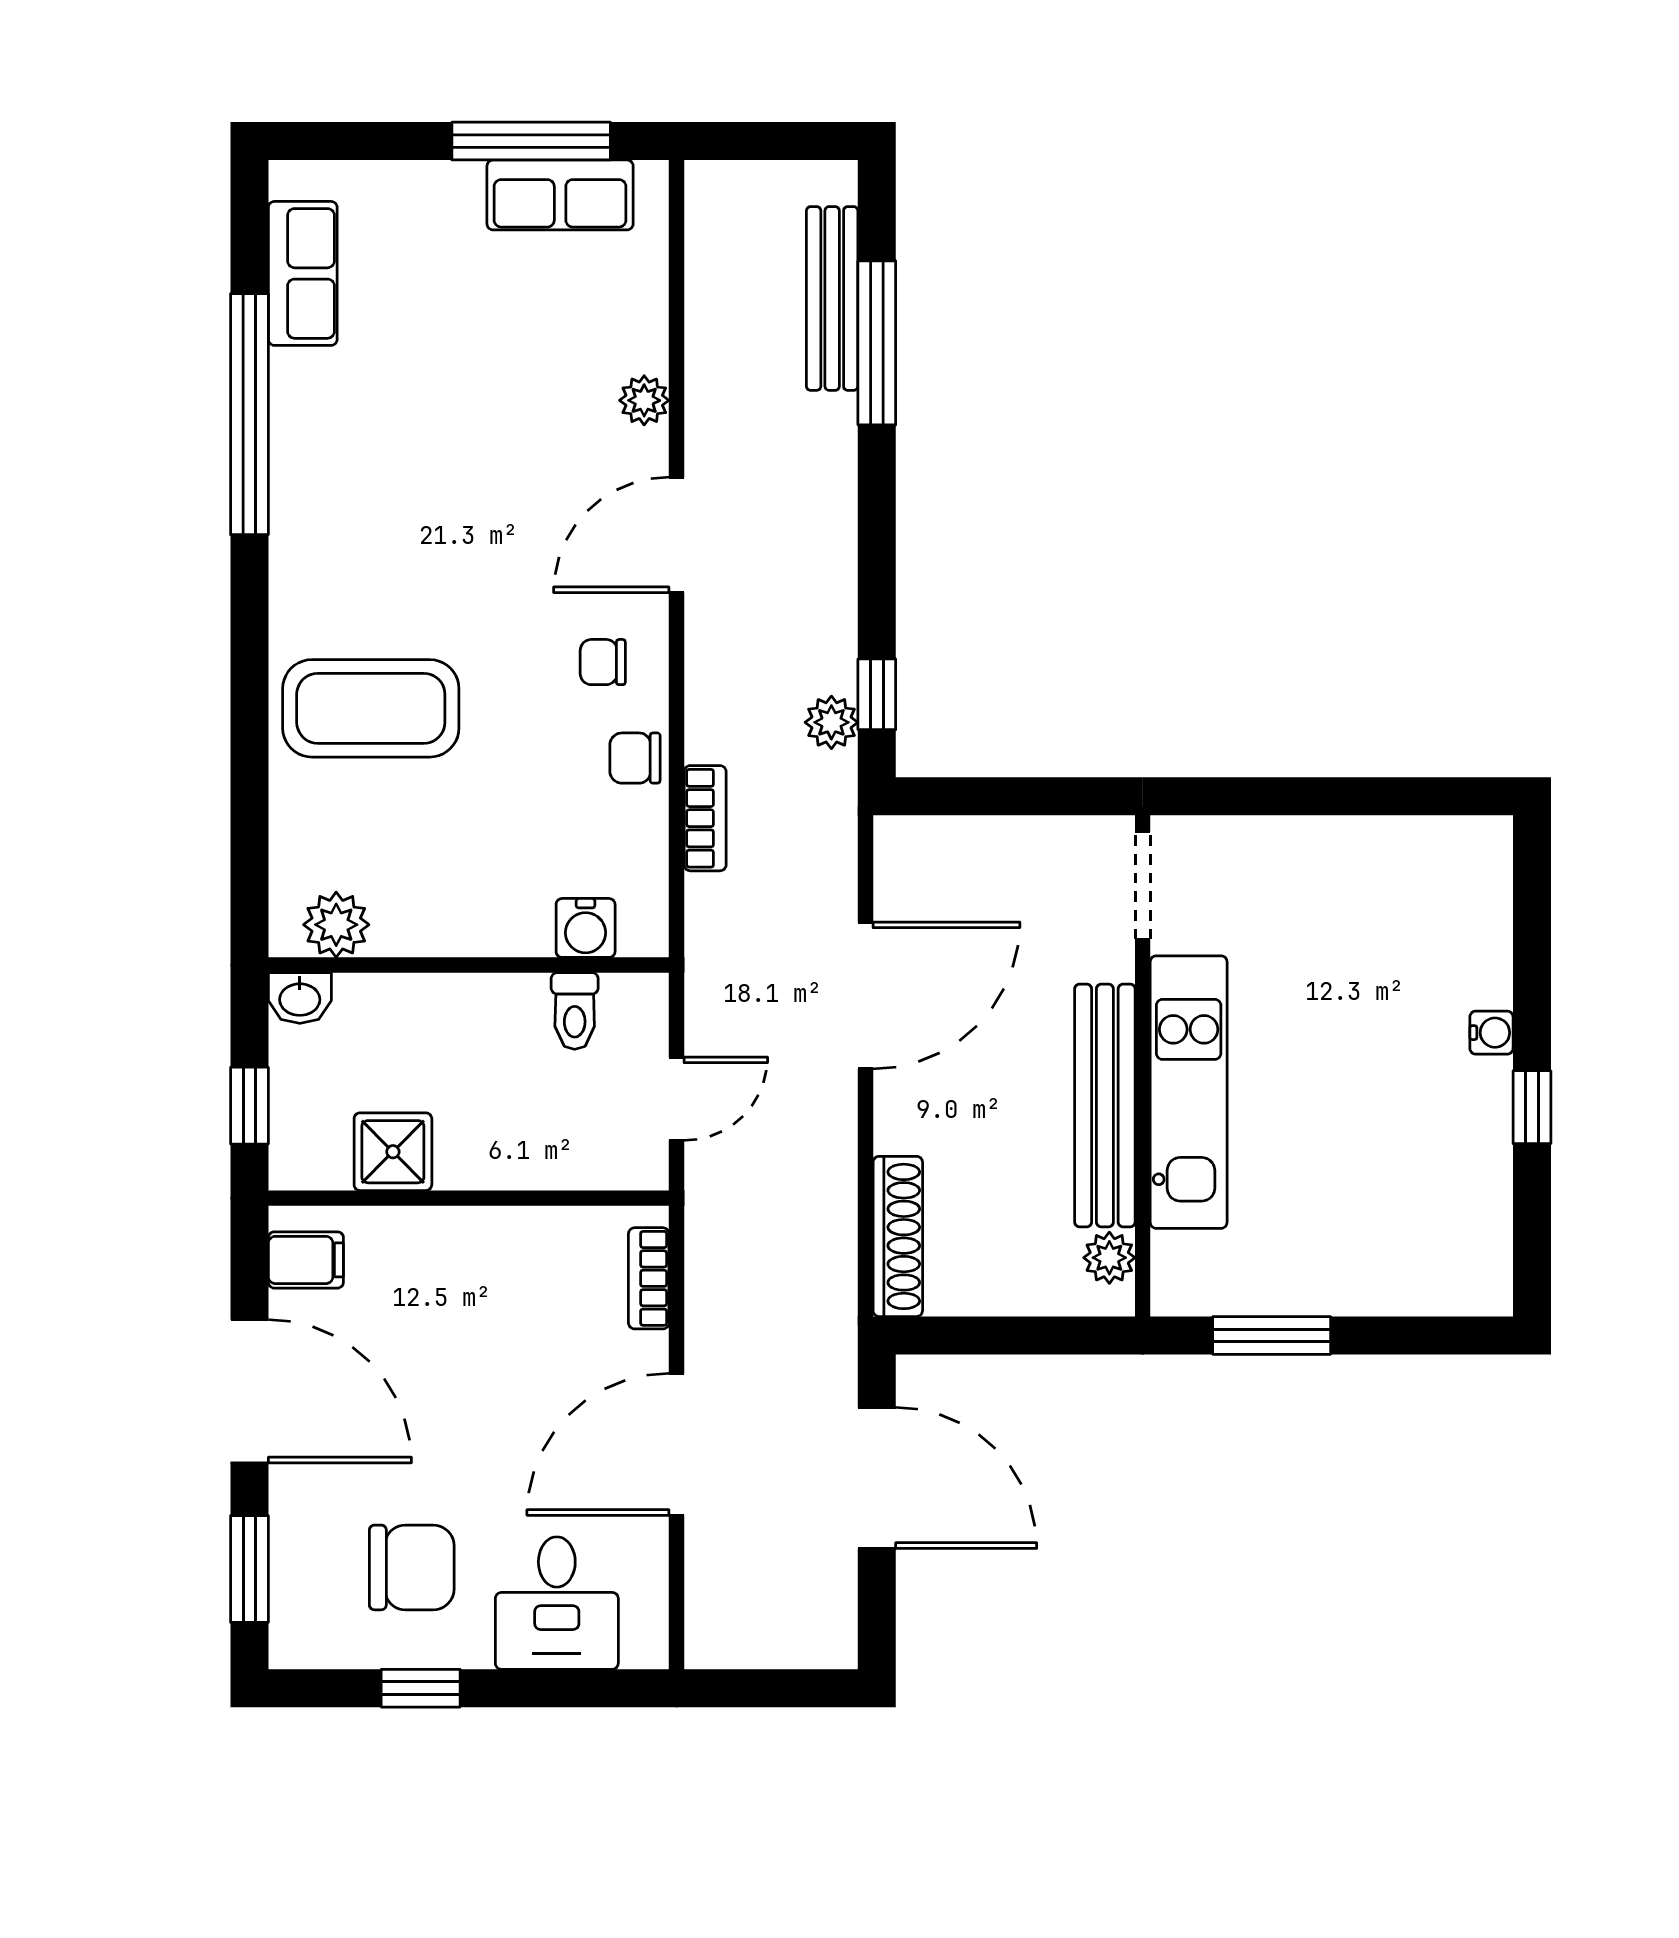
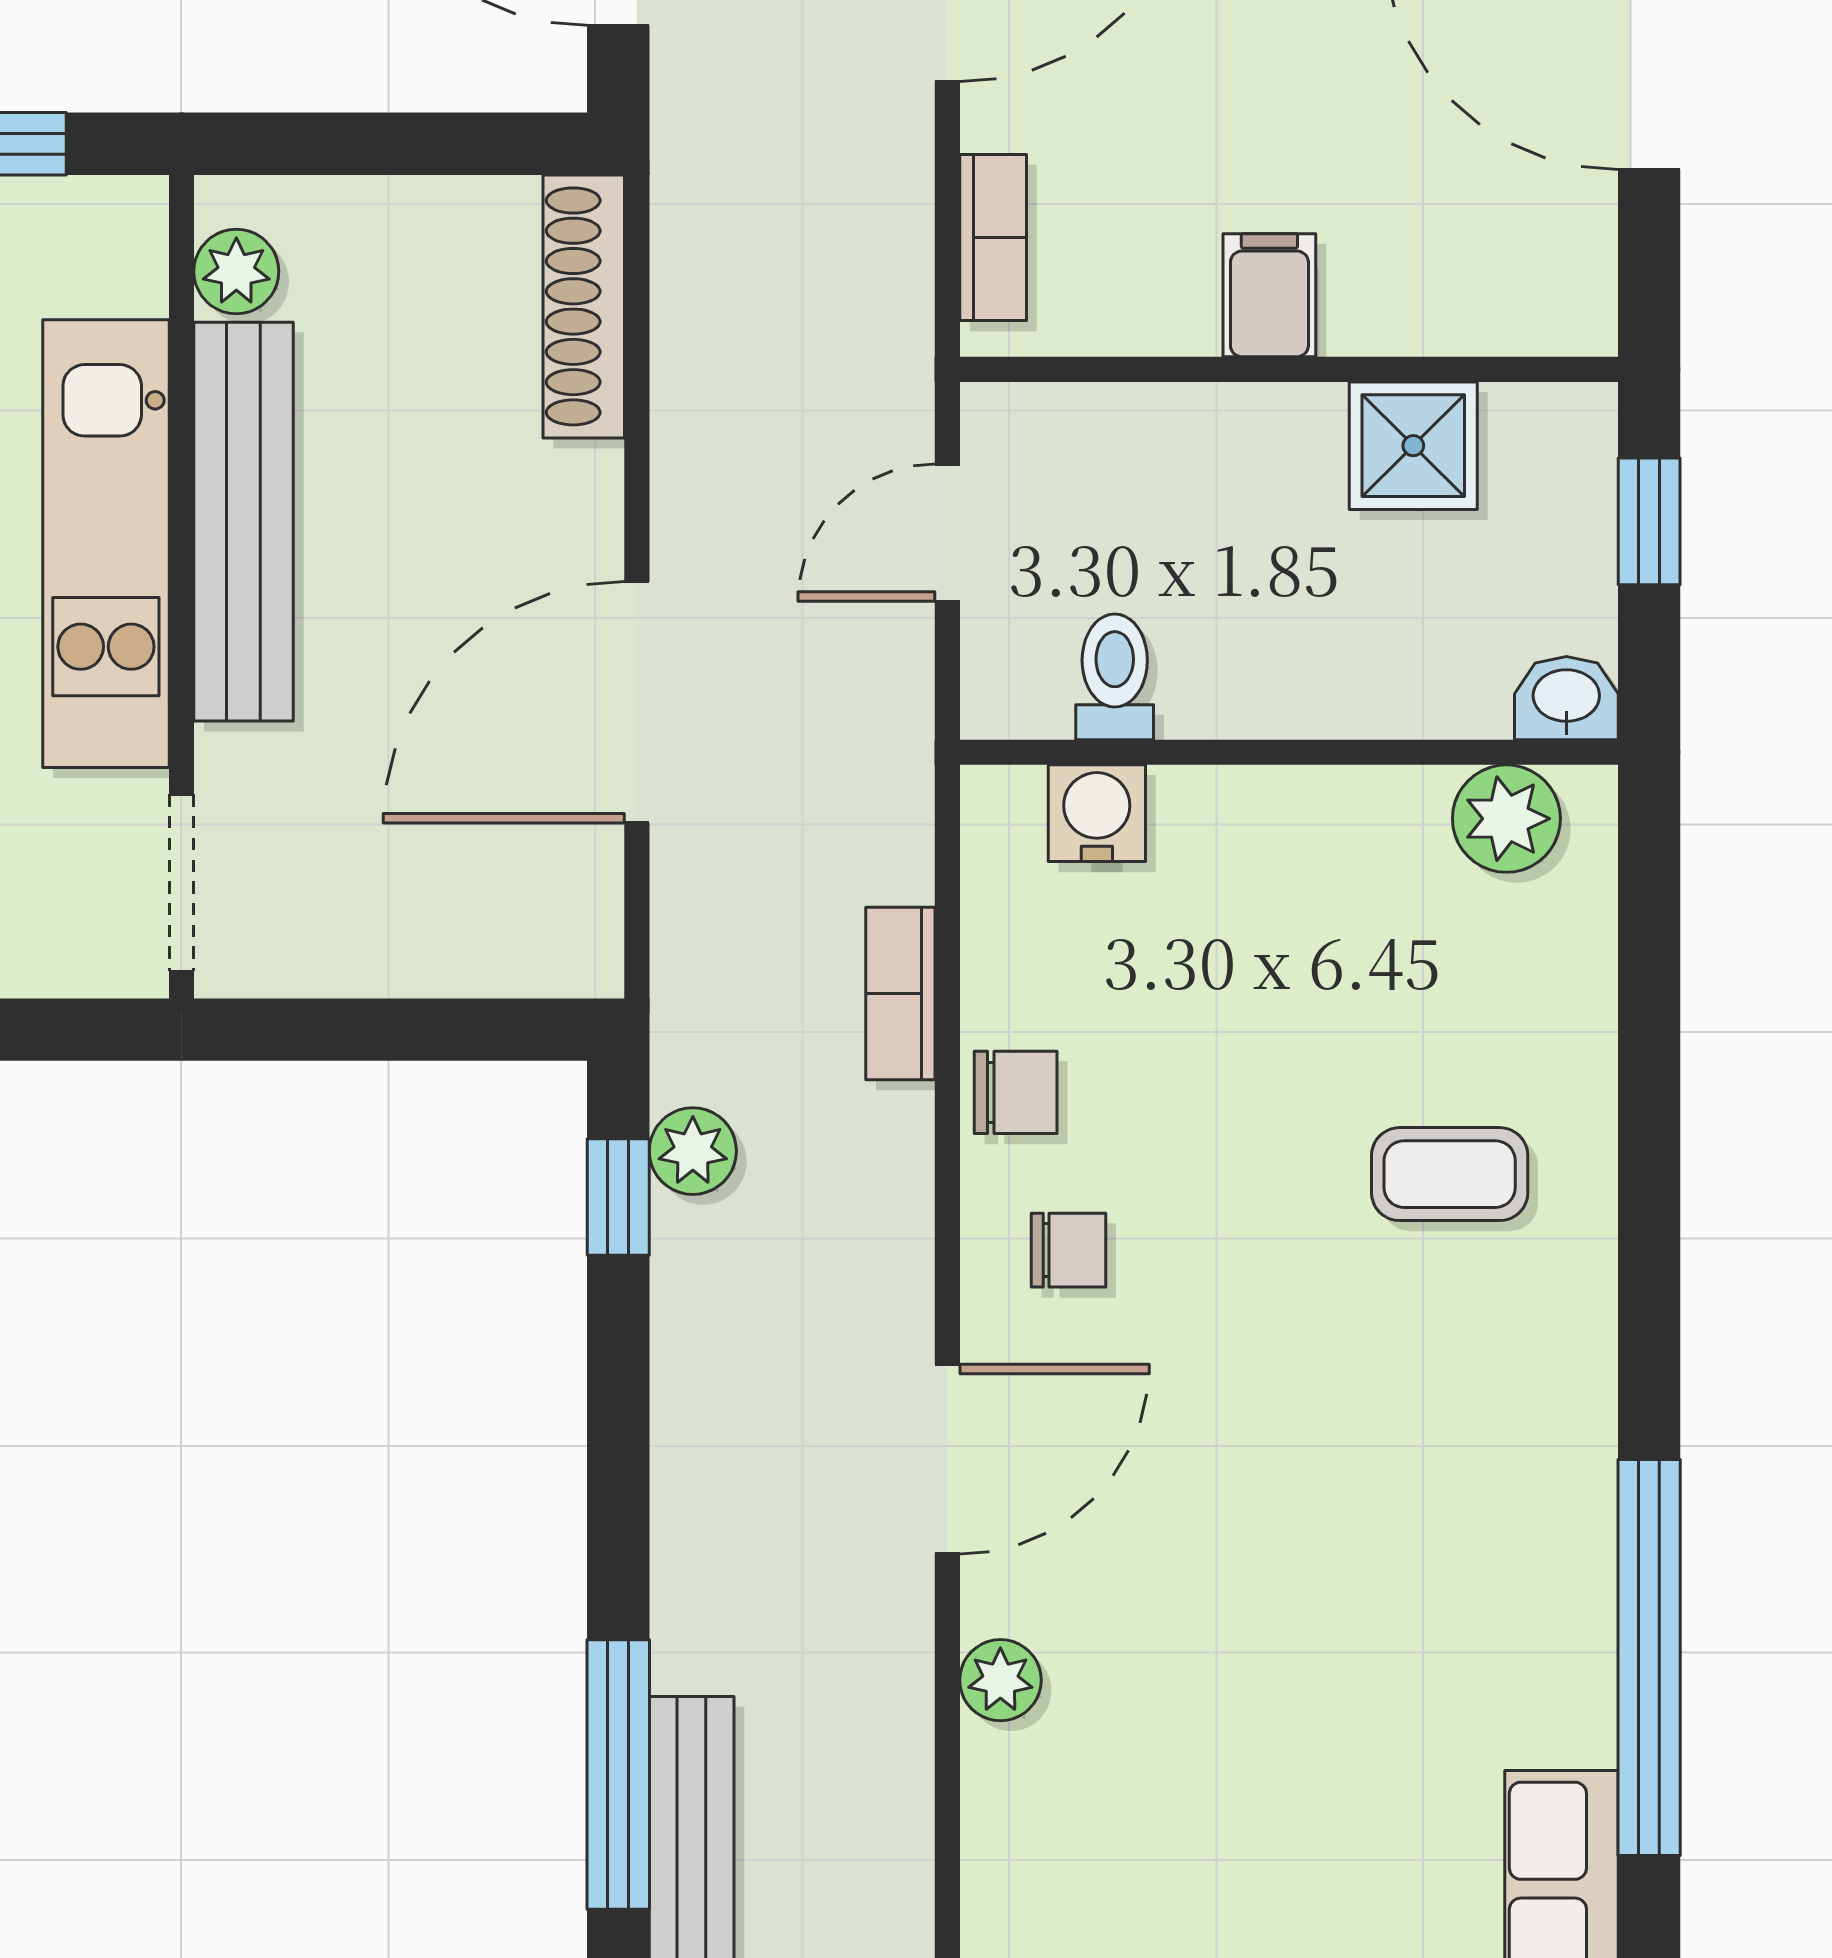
coffee table: (371, 708) -> (1450, 1174), width x0.54, depth x0.58
filing cabinet: (306, 1260) -> (1269, 295), moved, turned 90

